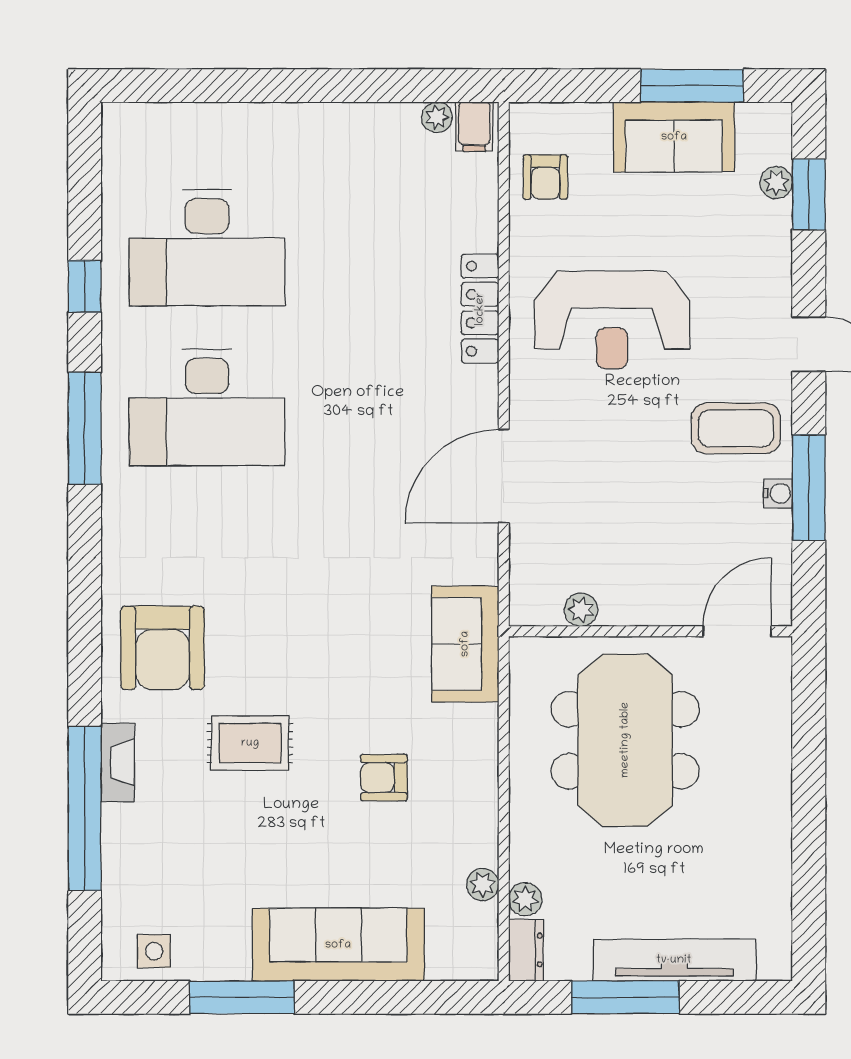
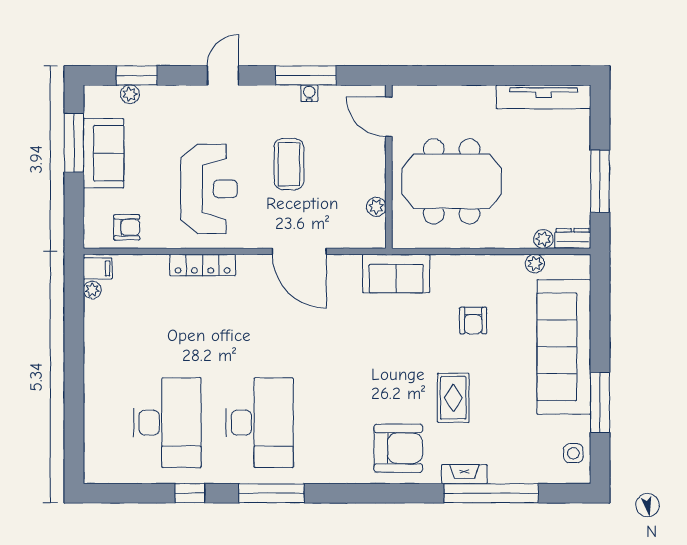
coffee table: (736, 428) -> (289, 164), moved
sofa: (338, 945) -> (564, 347), width x1.36, depth x1.27
tv unit: (674, 960) -> (544, 97), moved, turned -90

